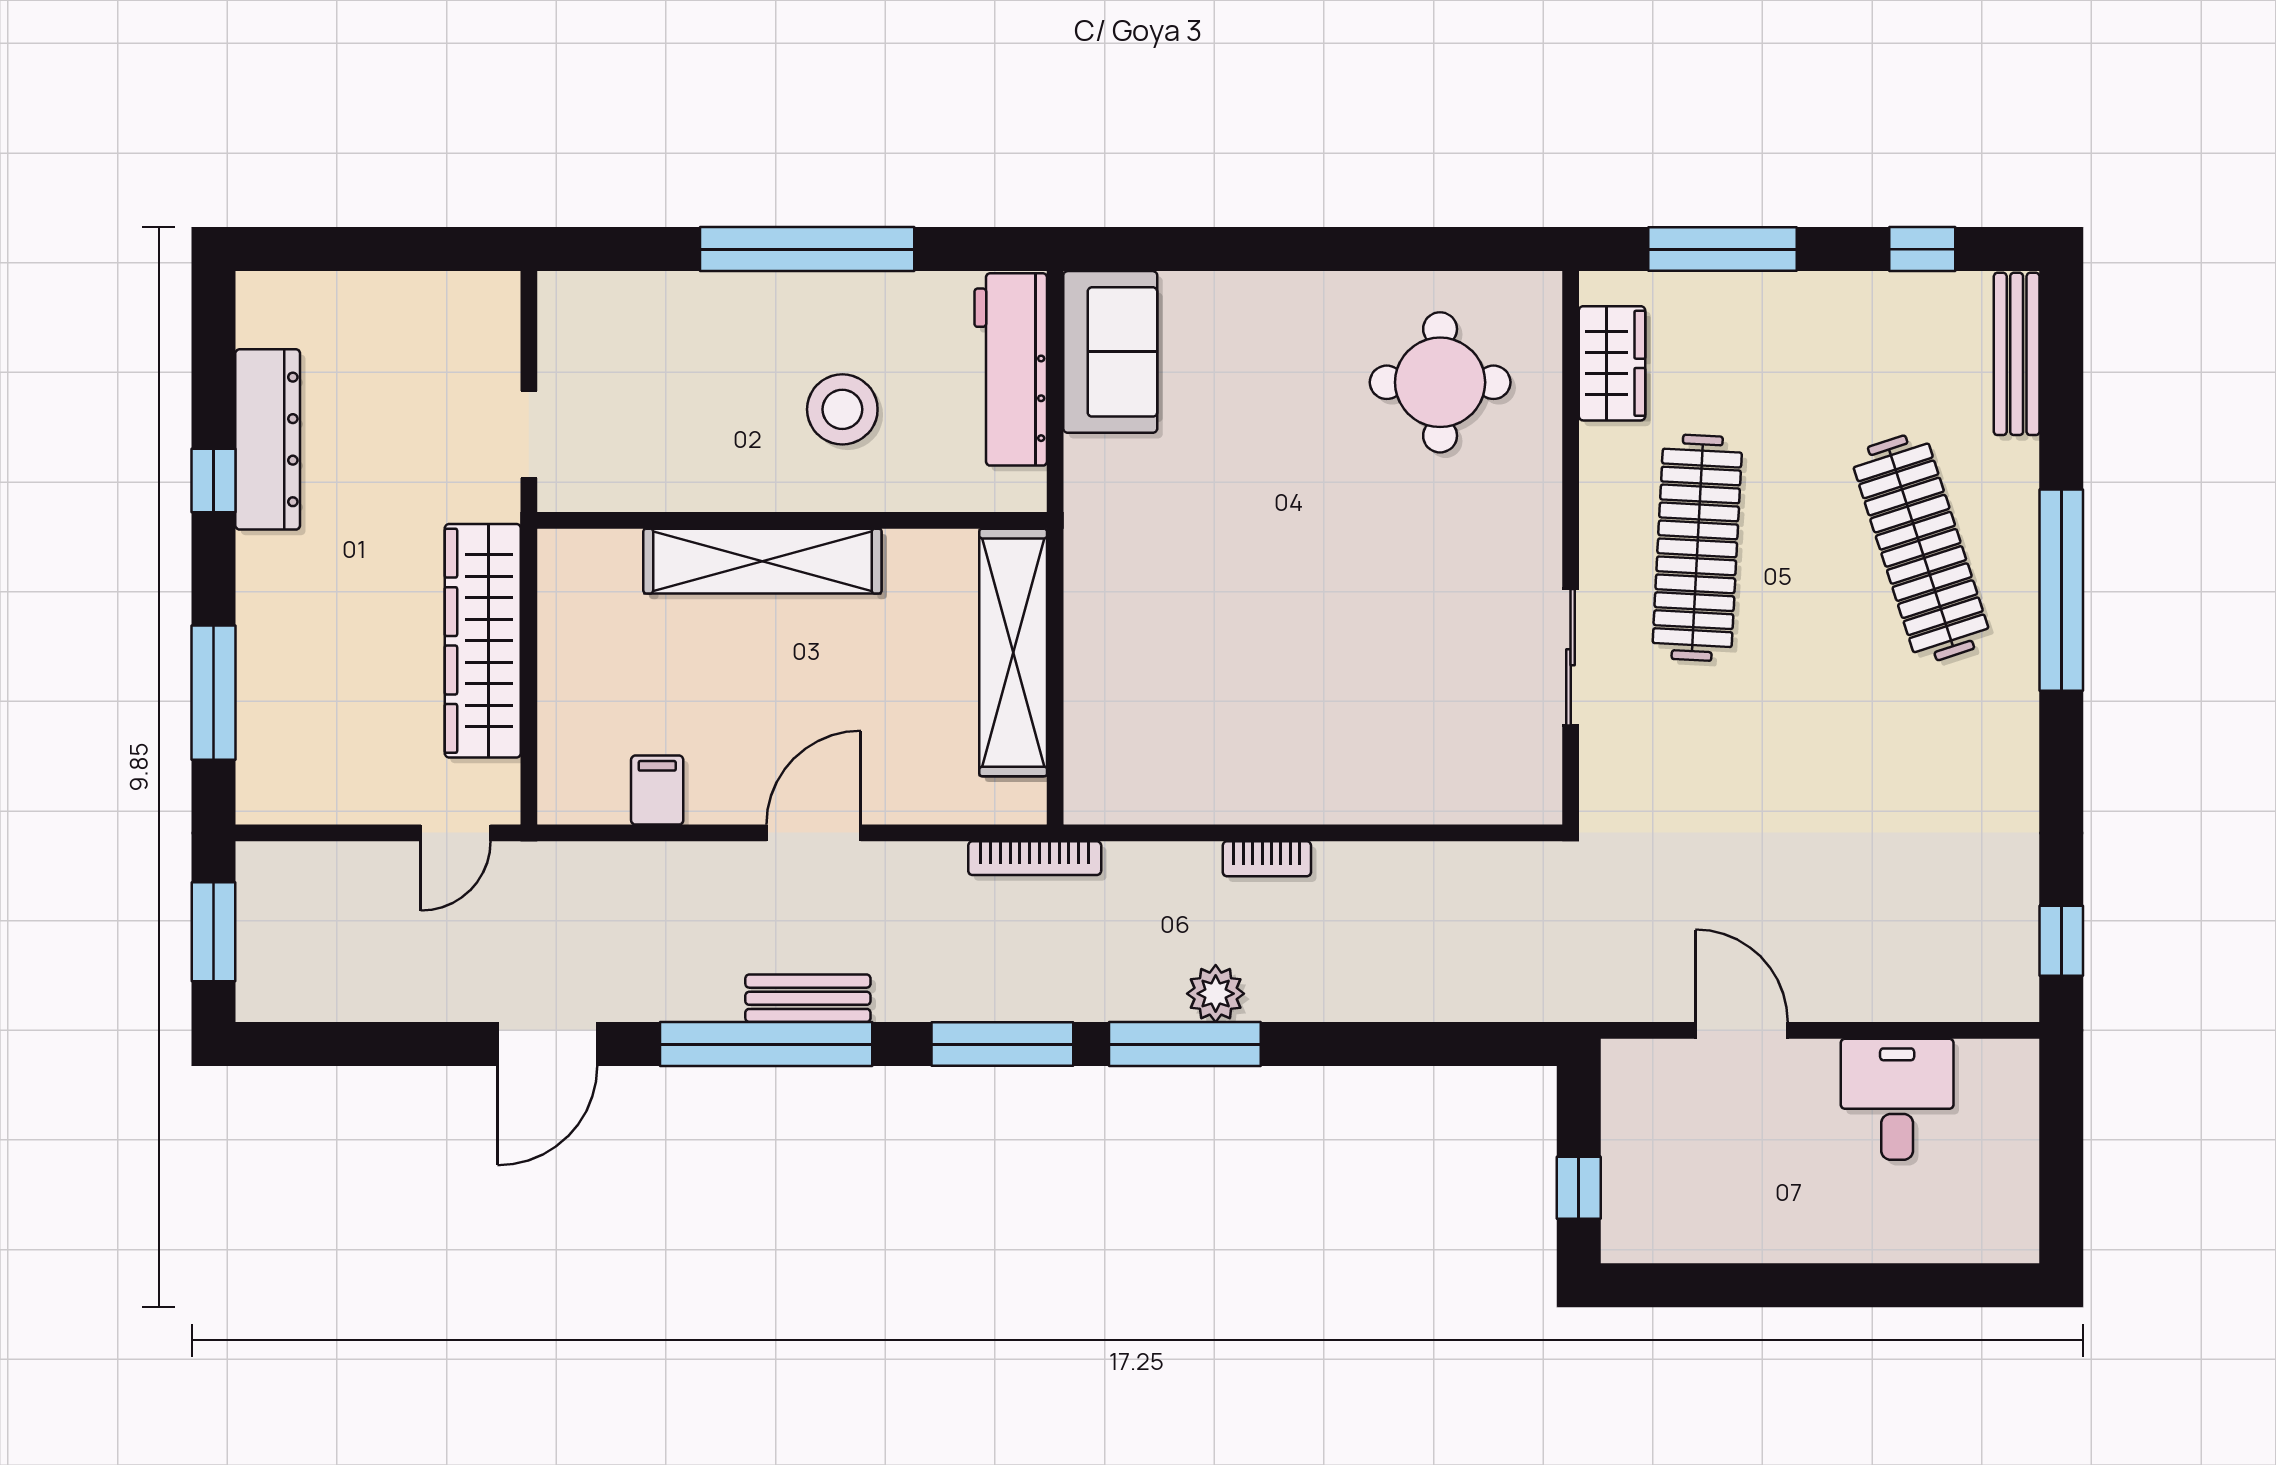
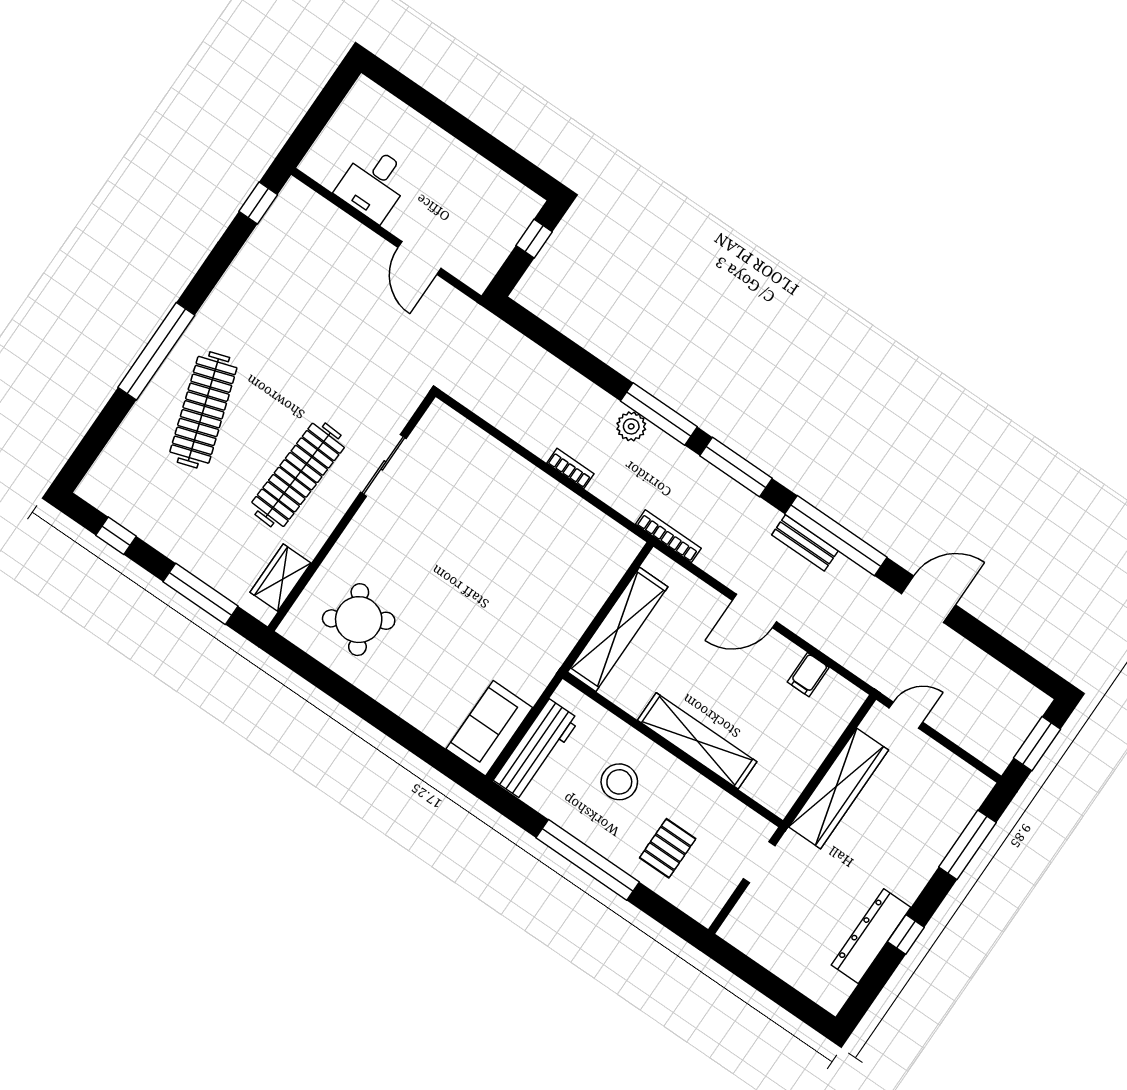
bench: (2017, 354) -> (107, 464), removed
pallet: (691, 356) -> (668, 848), added
round table: (1440, 382) -> (359, 620), turned -32

